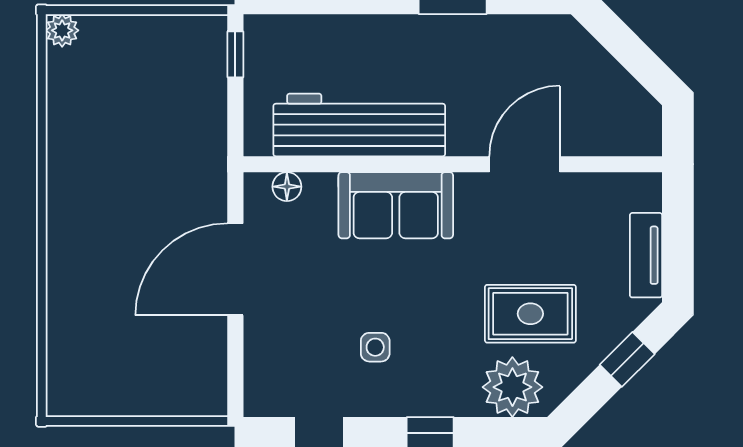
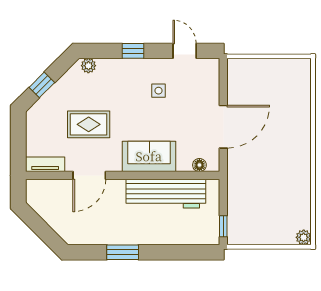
tv unit: (646, 255) -> (45, 164), moved, turned -90
rug: (530, 314) -> (89, 124), moved
plant: (512, 387) -> (88, 66), width x0.53, depth x0.53

